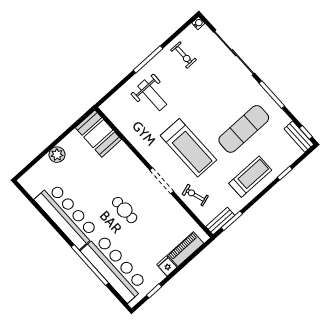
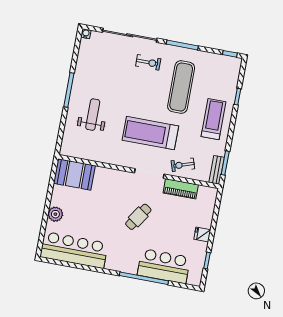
exercise bike: (184, 55) -> (148, 62), moved
weight bench: (152, 95) -> (93, 115), turned -90
bench: (299, 137) -> (227, 61), removed
treadmill: (188, 148) -> (150, 133), turned 180
cafe table: (125, 210) -> (138, 217), turned -56
bar counter: (67, 216) -> (74, 250), moved
piano: (186, 249) -> (181, 189), moved, turned -90
bar counter: (114, 268) -> (164, 266), width x0.73

